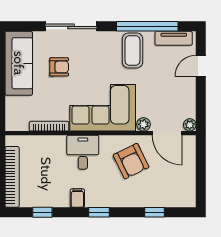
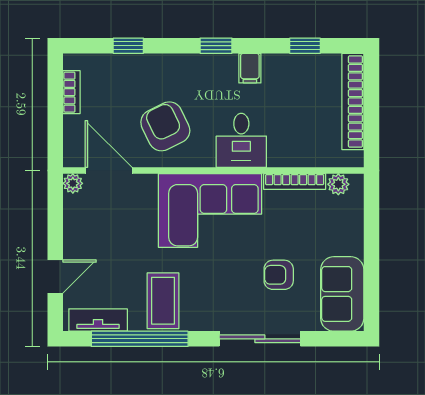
sofa: (19, 63) -> (342, 294), width x0.73
plant: (144, 124) -> (338, 184), moved
bookcase: (191, 183) -> (72, 92), added

